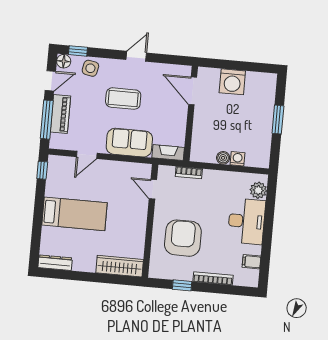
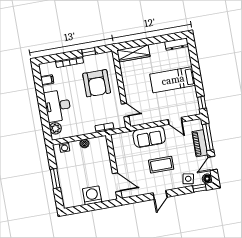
fireplace: (168, 153) -> (122, 137), removed
door: (87, 155) -> (175, 121), swing flipped
washing machine: (237, 159) -> (64, 147), moved

